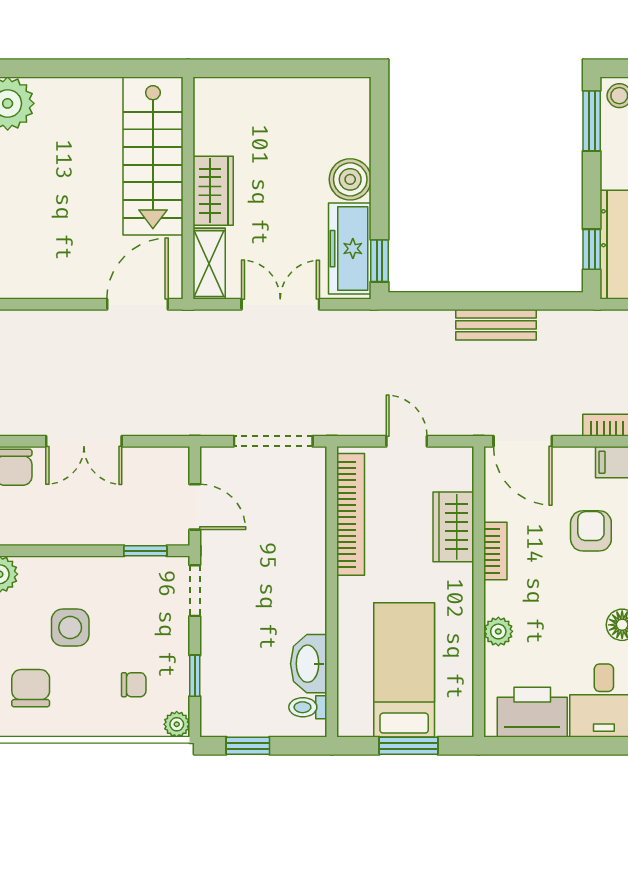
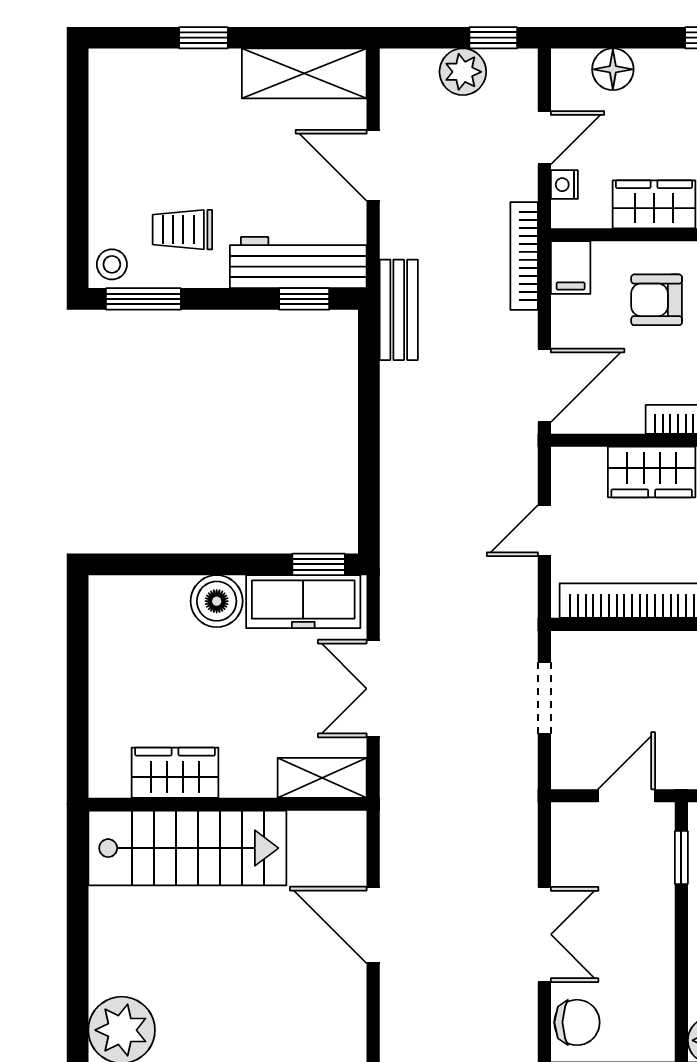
wardrobe: (213, 191) -> (175, 773), moved
door: (138, 304) -> (373, 925), moved
bench: (496, 325) -> (399, 310), moved
doorway: (273, 441) -> (544, 698), width x0.73

